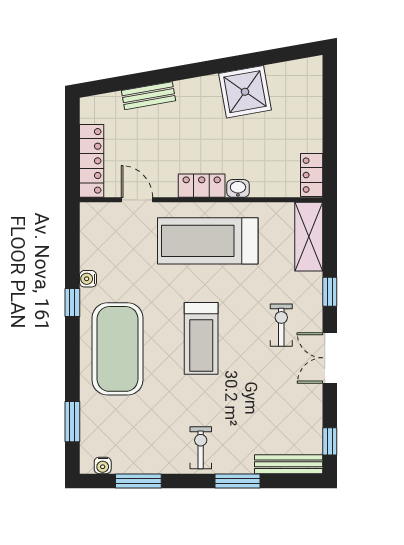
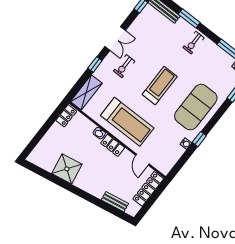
bench: (149, 96) -> (115, 202), moved

